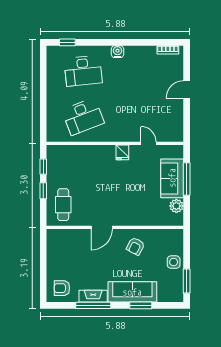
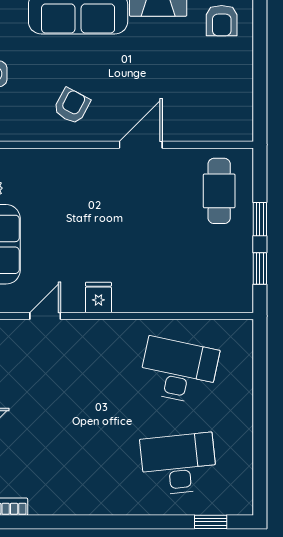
water cooler: (117, 52) -> (108, 503), removed
desk: (83, 117) -> (179, 371), turned 33
door: (149, 143) -> (45, 316), swing flipped
armchair: (62, 288) -> (222, 21), turned 90

